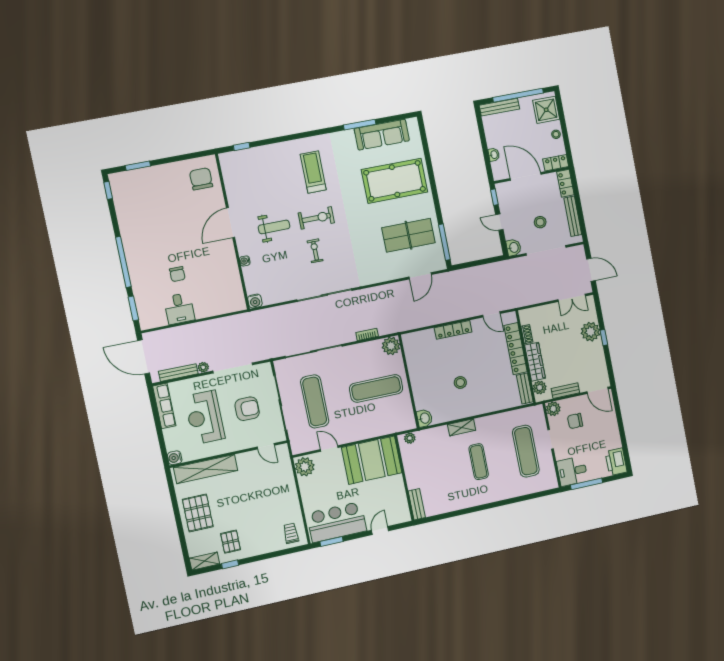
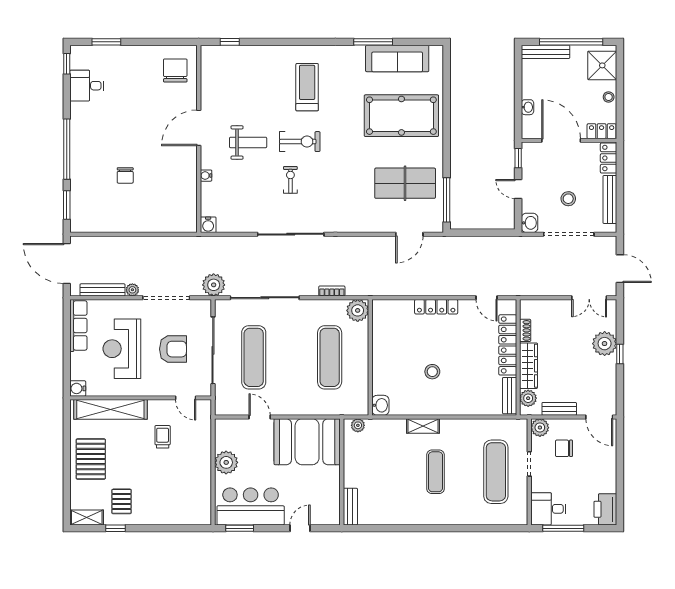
desk: (179, 309) -> (87, 86), moved, turned 90
plant: (270, 349) -> (214, 285), added
exercise mat: (376, 388) -> (330, 357), turned 90
plant: (305, 467) -> (226, 462), moved
trolley: (291, 533) -> (163, 437), moved

